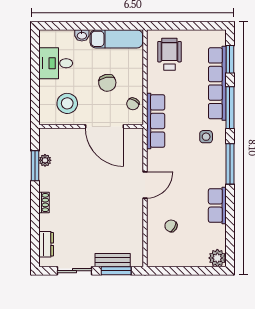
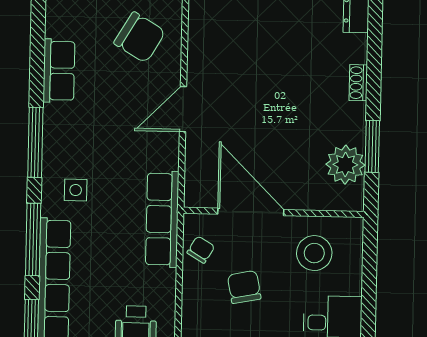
plant: (45, 160) -> (345, 165), width x1.88, depth x1.88
chair: (171, 226) -> (140, 37), width x1.87, depth x1.87

